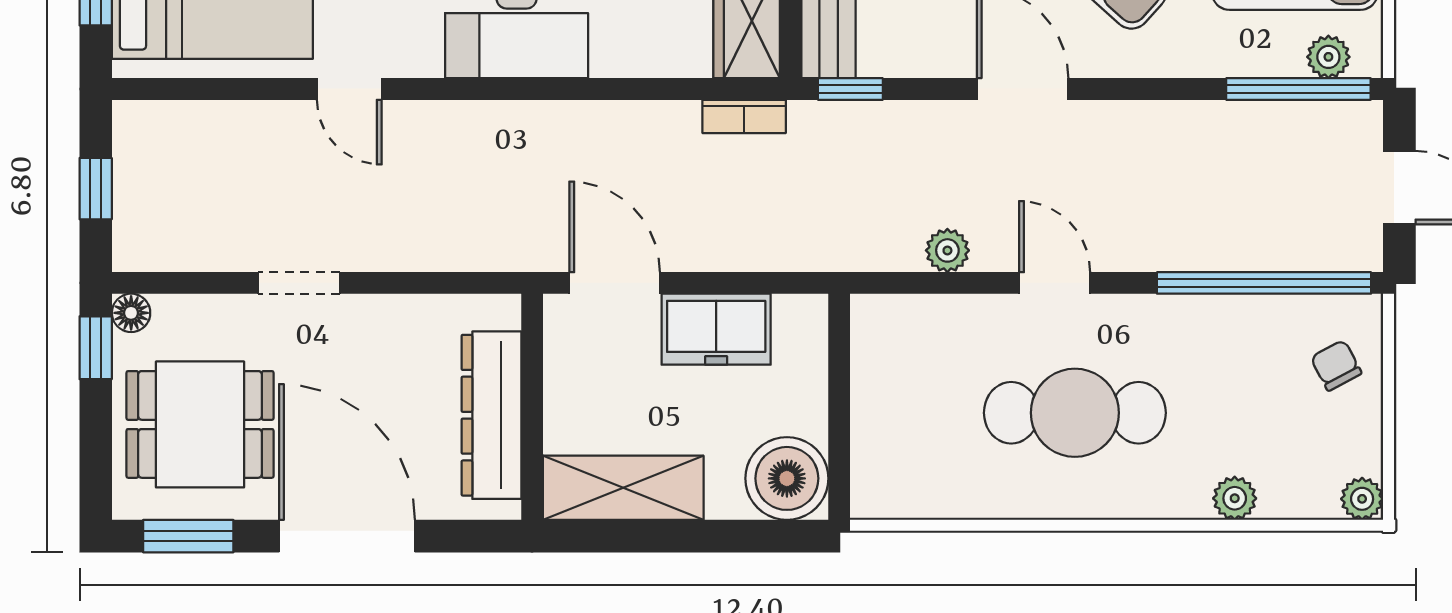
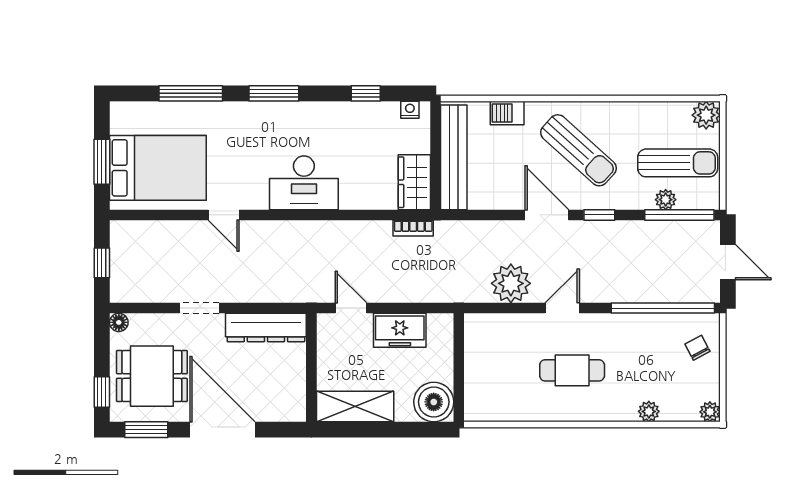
plant: (1328, 57) -> (666, 200), moved
window: (850, 89) -> (599, 215), moved
plant: (947, 250) -> (511, 283), width x1.88, depth x1.88
door: (615, 283) -> (351, 308), width x0.73
door: (1055, 283) -> (562, 308), hinge flipped
window: (96, 348) -> (102, 392), moved
cafe table: (1075, 413) -> (572, 370), width x0.73, depth x0.74
dresser: (491, 415) -> (266, 328), moved, turned -90

